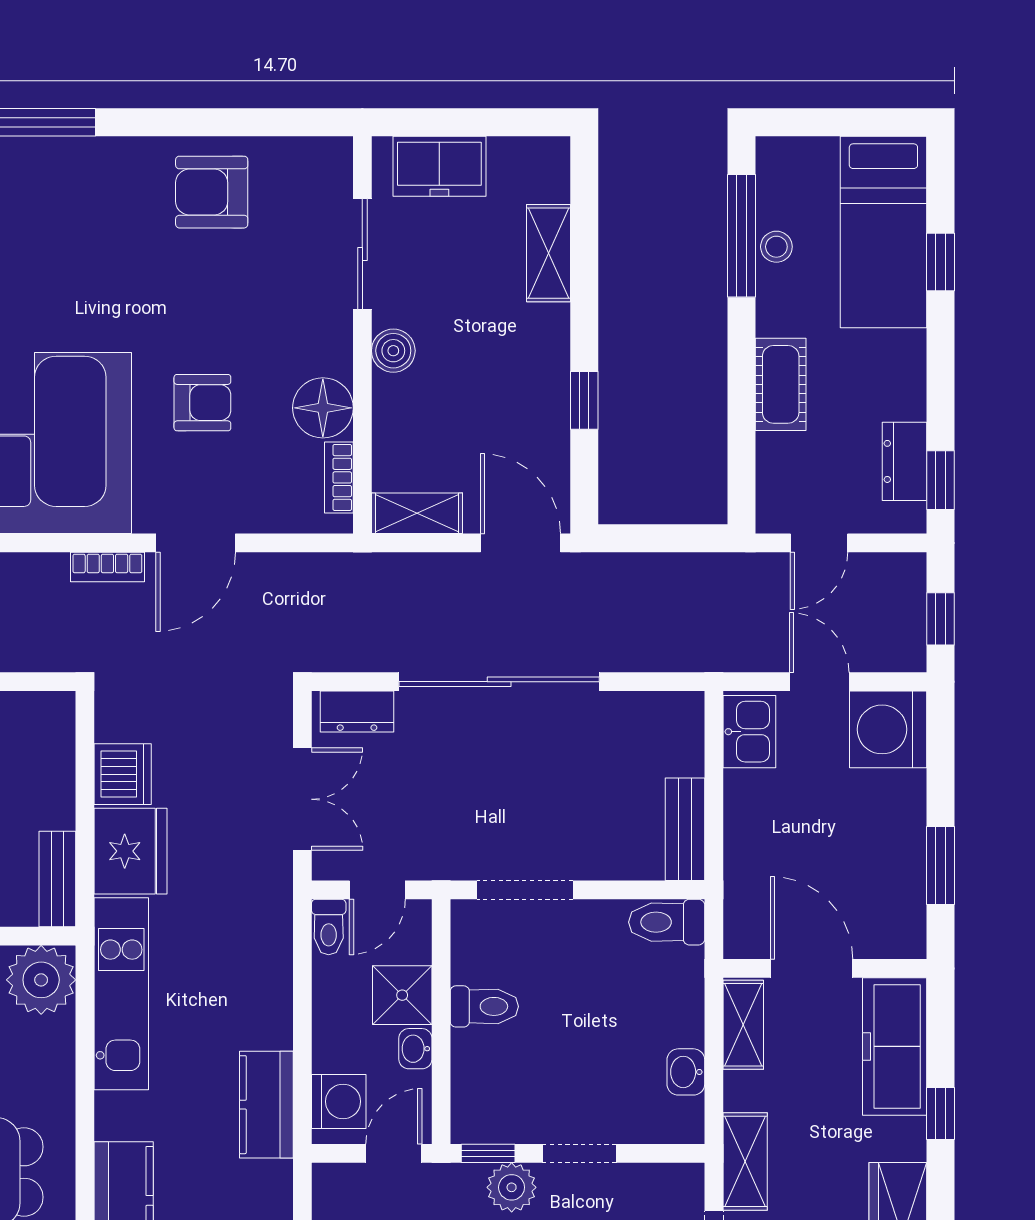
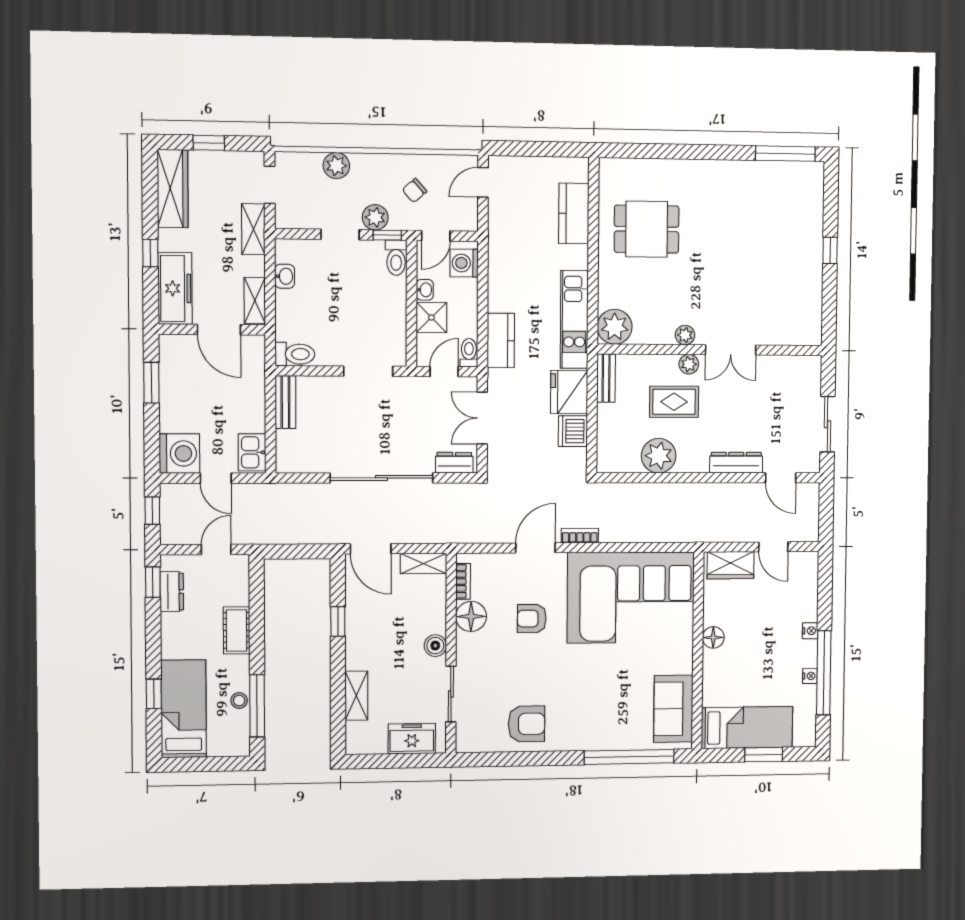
toilet: (484, 1006) -> (396, 258), moved, turned -90
kitchen counter: (266, 1105) -> (501, 340), moved

